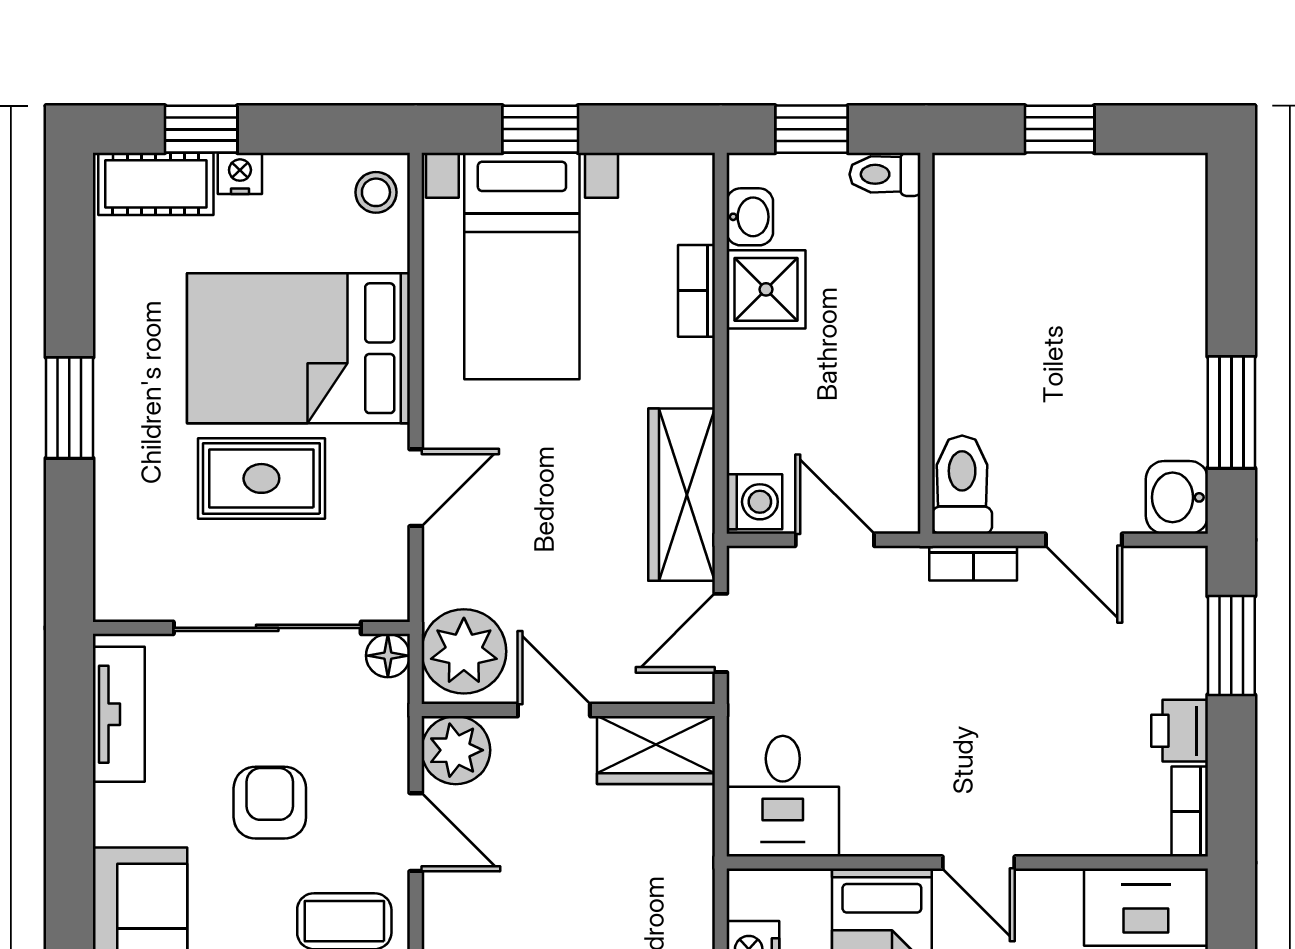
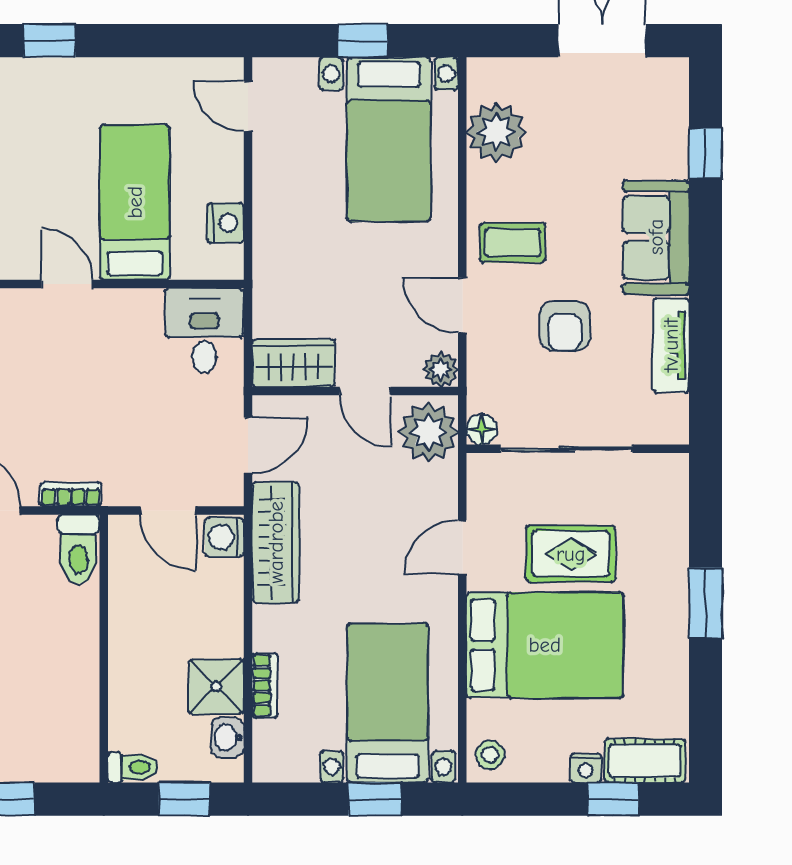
tv unit: (119, 714) -> (671, 345), moved
plant: (456, 750) -> (441, 369), width x0.73, depth x0.73

